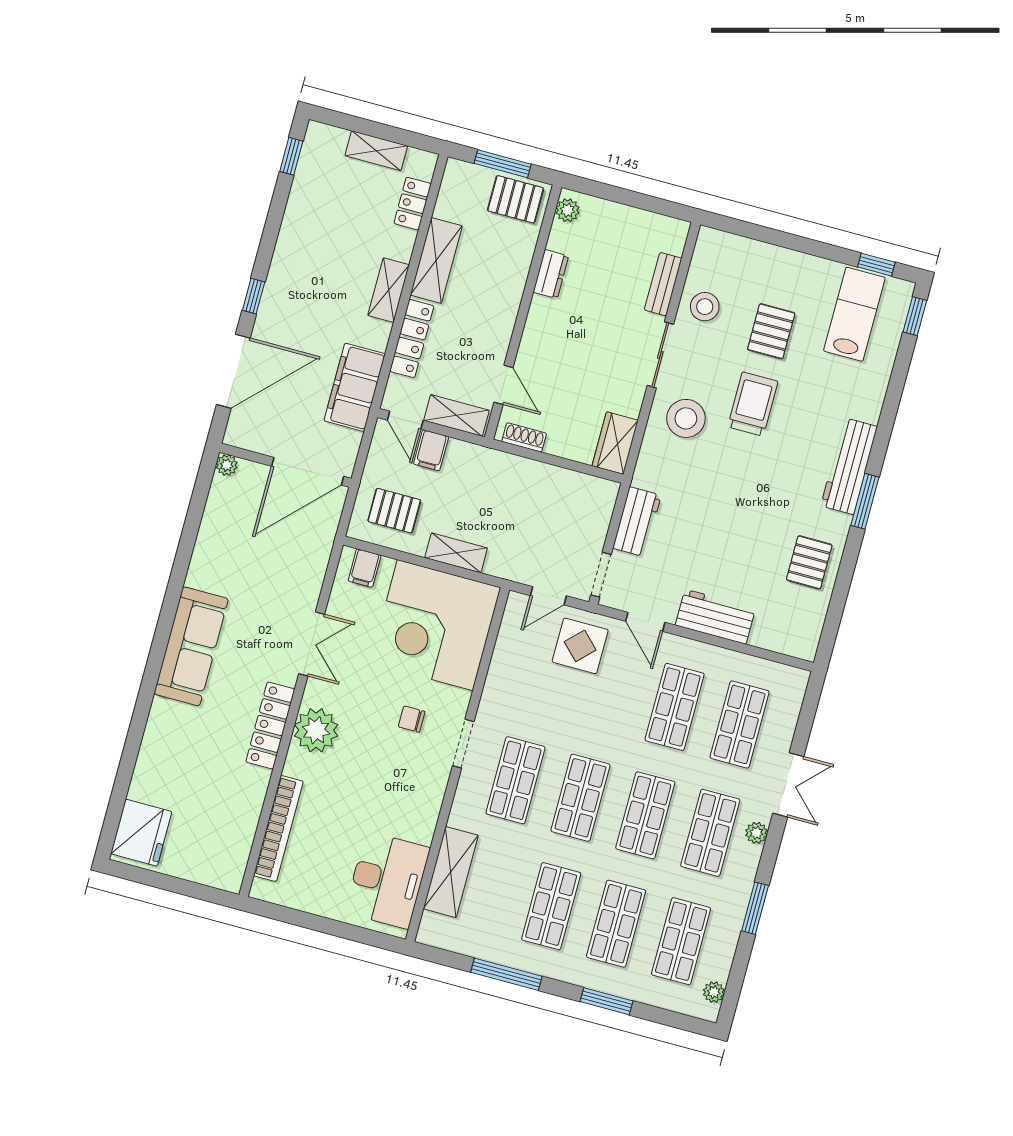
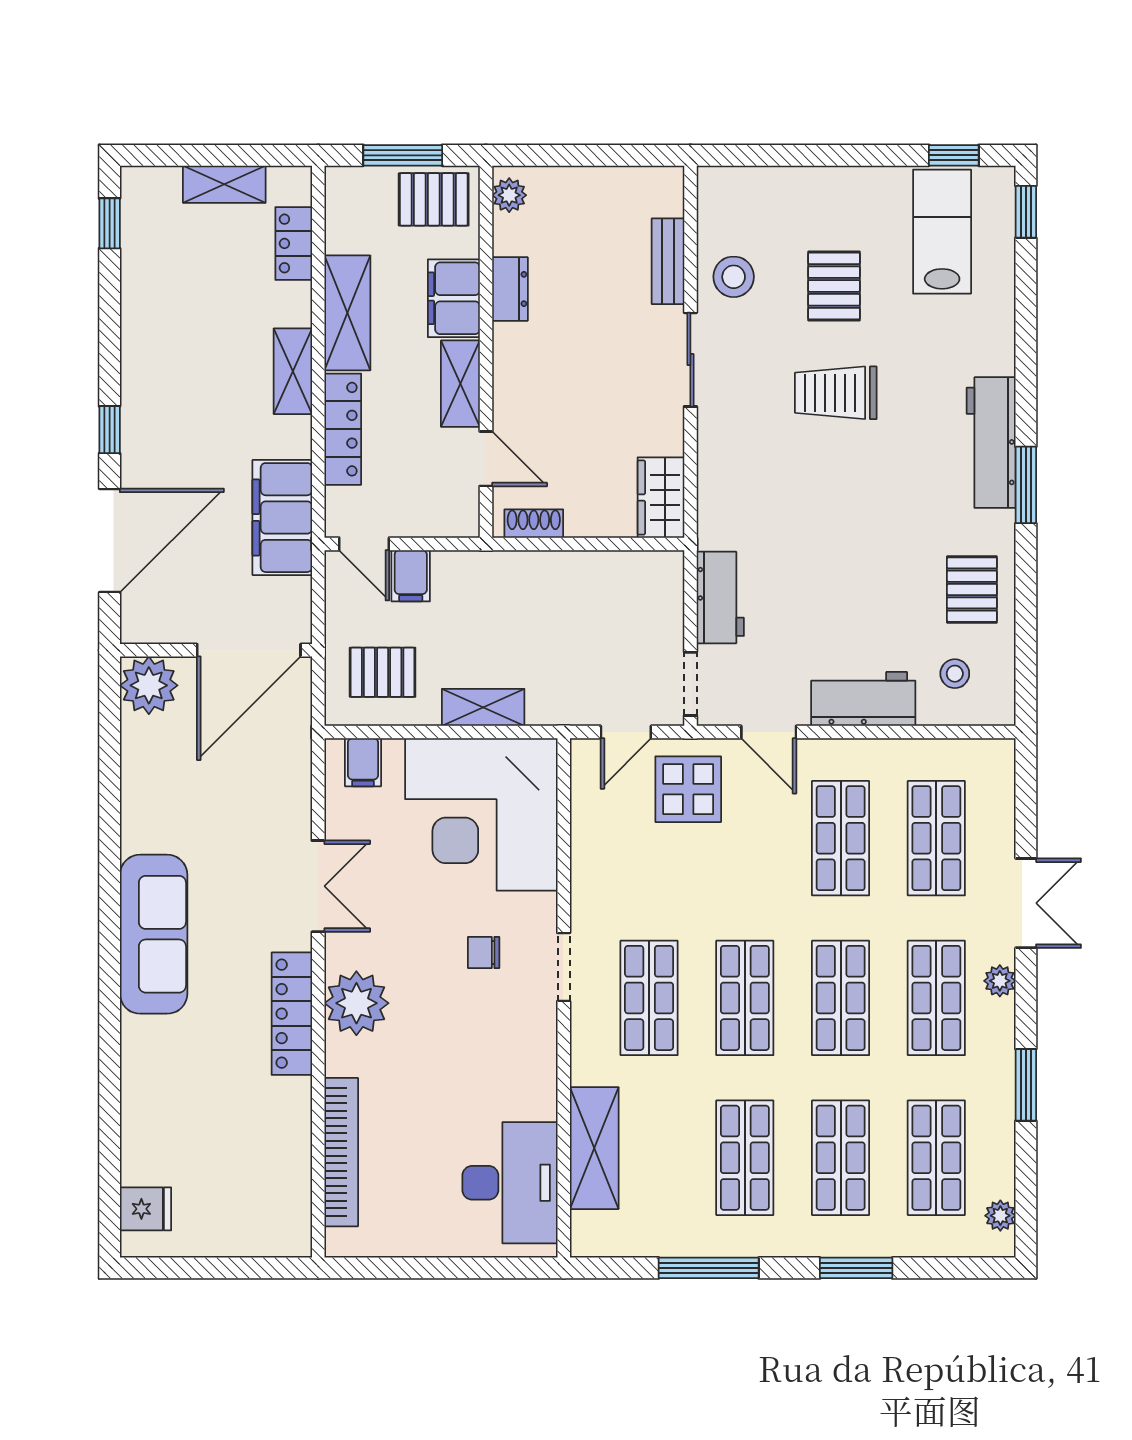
filing cabinet: (511, 270) -> (454, 298), added
trolley: (753, 404) -> (836, 393), turned -90
shelving: (456, 415) -> (460, 384), moved, turned 90
stool: (686, 418) -> (955, 674), moved, width x0.53, depth x0.53
plant: (227, 465) -> (149, 685), width x1.88, depth x1.88
fridge: (141, 833) -> (145, 1209), width x0.53, depth x0.75

